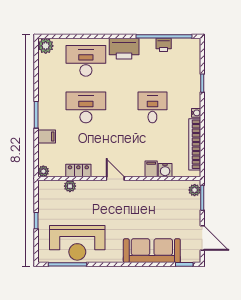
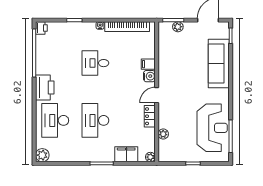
printer: (164, 45) -> (41, 28), moved
filing cabinet: (47, 137) -> (126, 154), width x2.00
locker: (78, 170) -> (150, 116), moved
water cooler: (165, 170) -> (149, 76), moved
plant: (195, 190) -> (178, 27), moved

